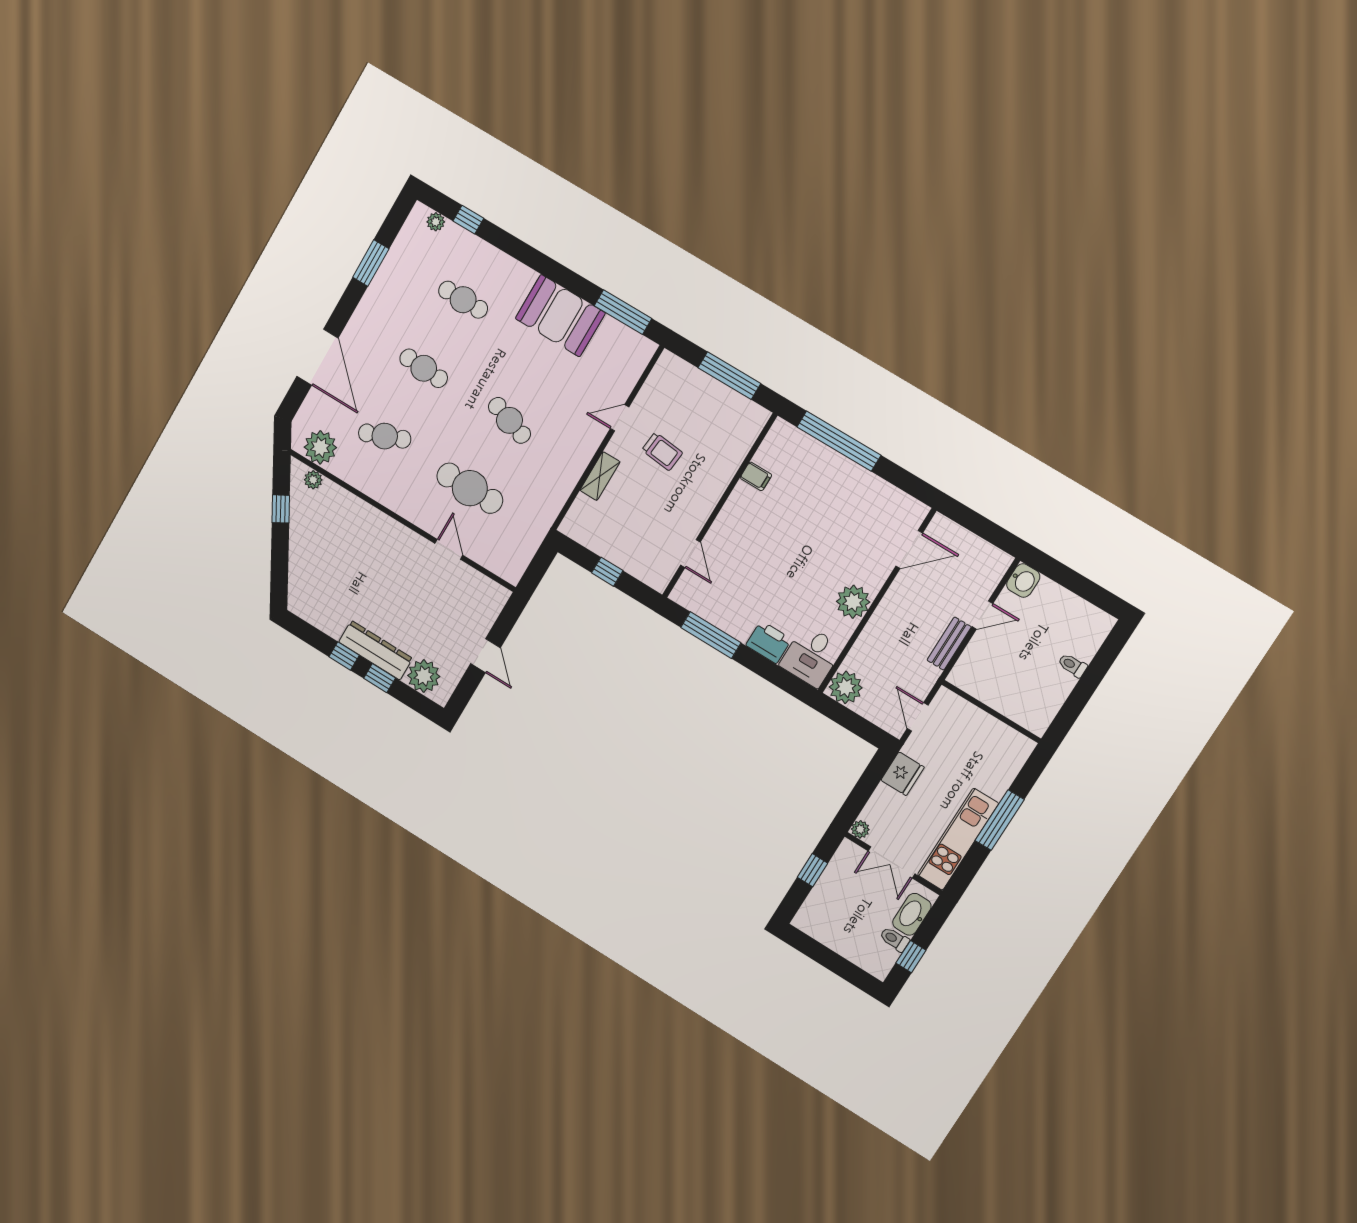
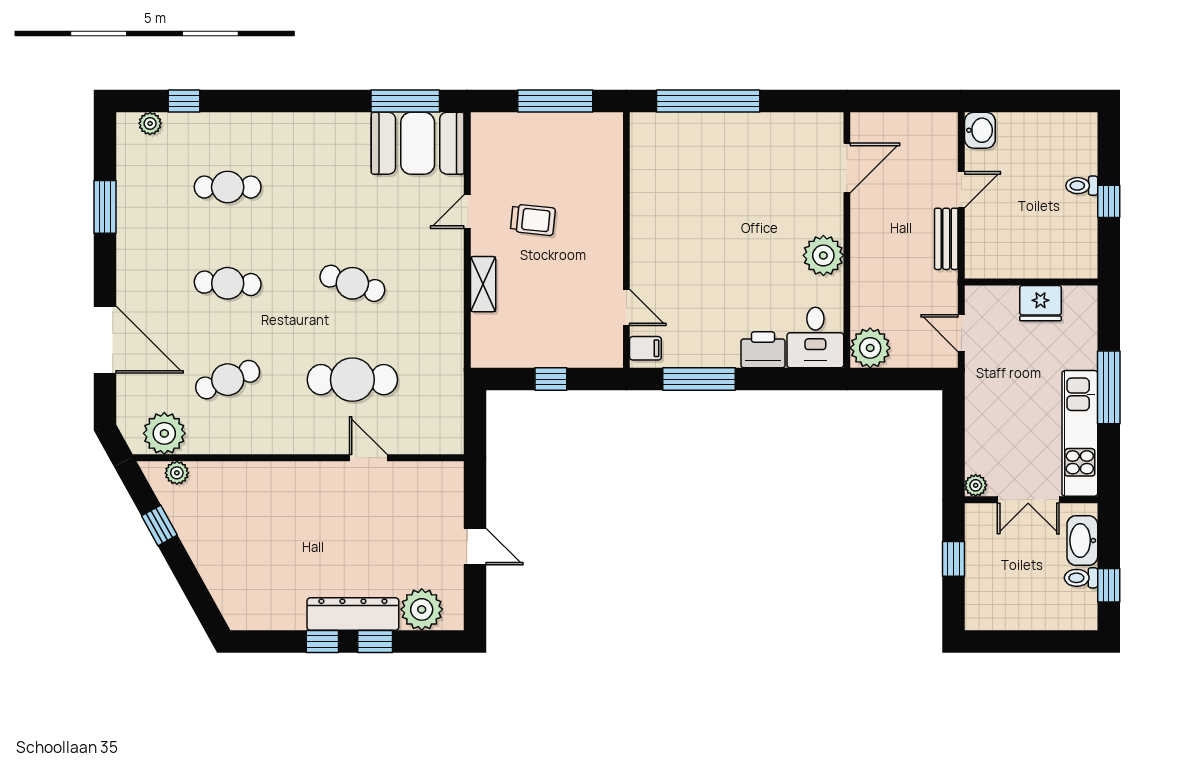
booth: (560, 316) -> (418, 143), moved
filing cabinet: (756, 476) -> (645, 348), moved
window: (1085, 689) -> (1109, 201), added
fridge: (903, 774) -> (1040, 303), moved, turned 90

